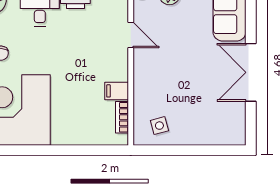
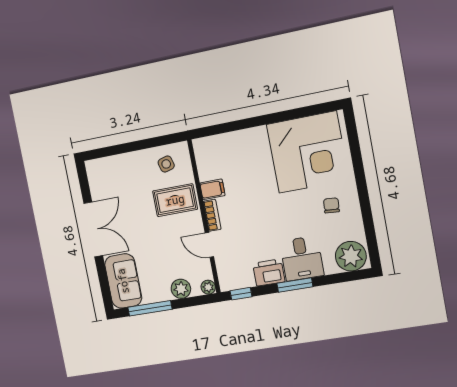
rug: (158, 87) -> (175, 200), added
bookcase: (122, 117) -> (212, 215), moved

